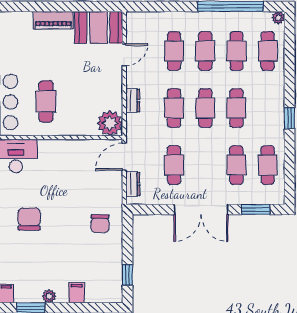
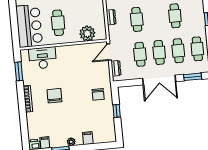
cafe table: (205, 108) -> (159, 52), moved
plant: (110, 123) -> (87, 33), moved
window: (127, 275) -> (117, 111), moved

